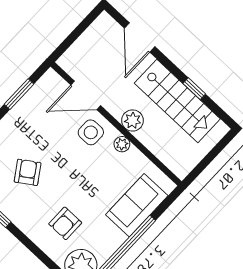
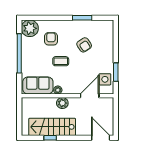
door: (140, 37) -> (101, 138), moved
side table: (91, 132) -> (105, 79), moved
coffee table: (81, 180) -> (61, 61), added
sofa: (137, 205) -> (38, 85), moved, turned -90

